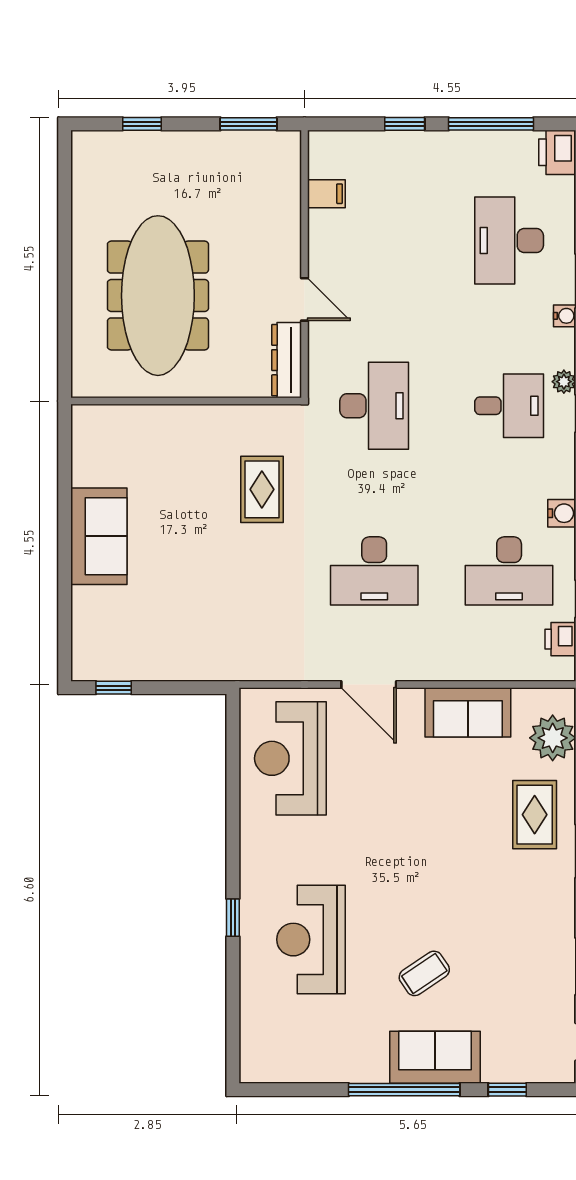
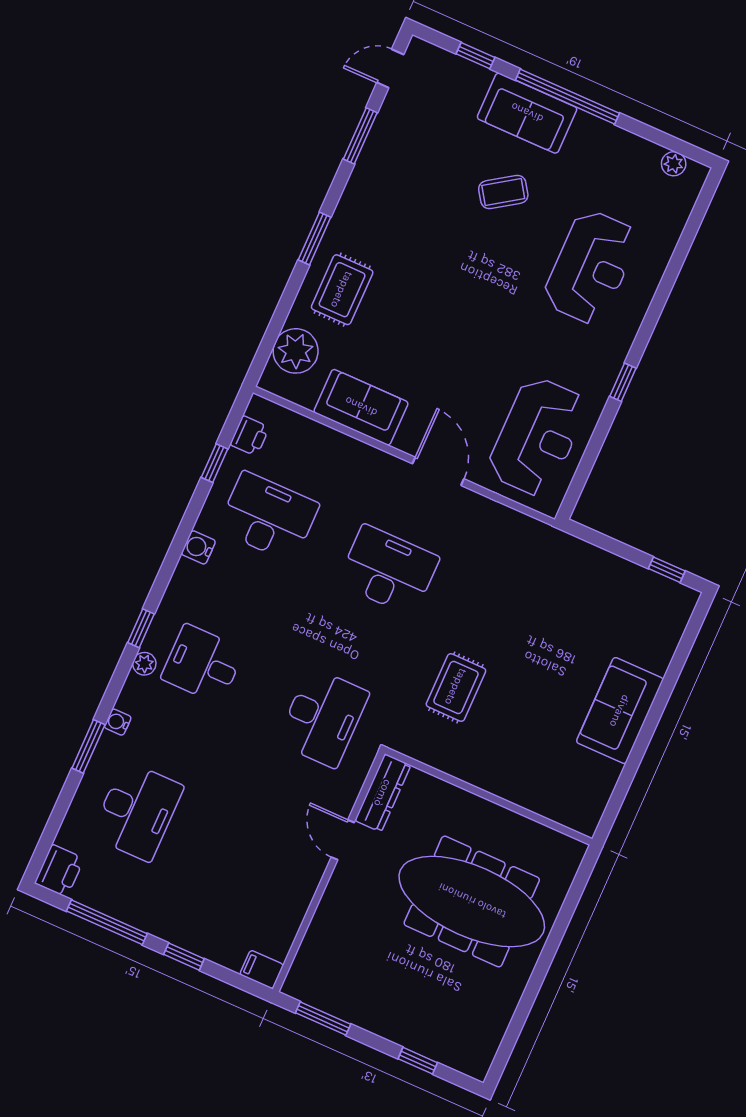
filing cabinet: (326, 194) -> (262, 970), moved
meeting table: (158, 296) -> (472, 901), turned 90
desk: (374, 406) -> (323, 718), turned 180
window: (233, 918) -> (623, 382), moved
plant: (277, 1071) -> (674, 164), added

